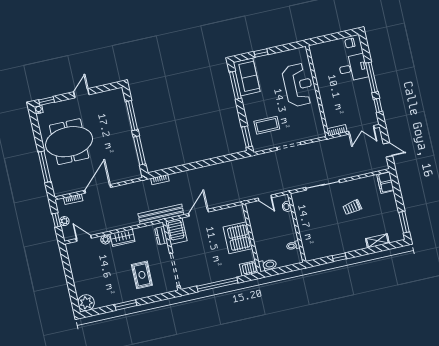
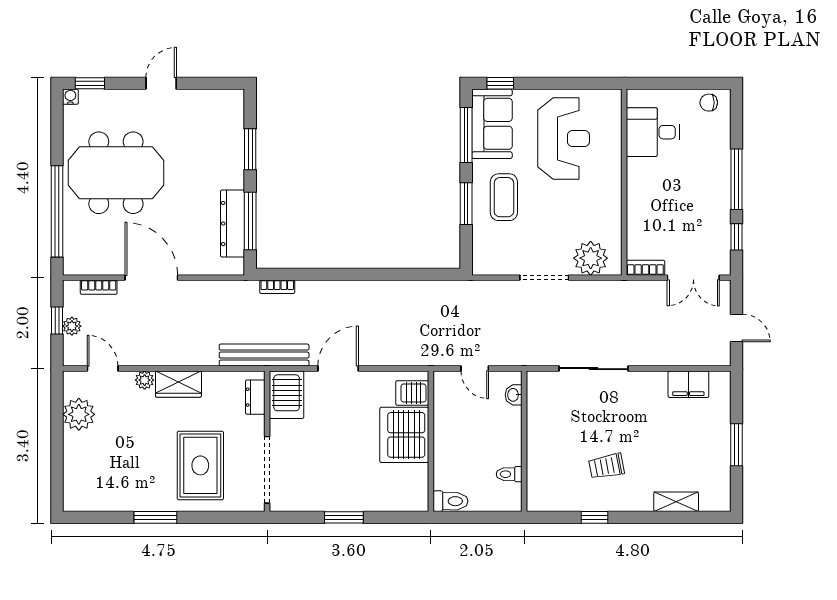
window: (261, 53) -> (500, 83), moved
desk: (353, 68) -> (653, 132), moved, turned 180
reception desk: (298, 85) -> (564, 139), moved
window: (132, 116) -> (250, 149), width x0.69
coffee table: (267, 125) -> (504, 197), moved, turned 90
plant: (309, 132) -> (591, 258), added
window: (247, 137) -> (466, 204), moved
dresser: (131, 154) -> (233, 224), added
window: (45, 167) -> (57, 211), width x1.46
filing cabinet: (385, 182) -> (688, 384), moved, turned -90
door: (98, 189) -> (151, 278), hinge flipped
trolley: (352, 207) -> (606, 466), moved
window: (404, 222) -> (737, 445), moved
server rack: (249, 268) -> (412, 393), moved
rug: (142, 275) -> (200, 465), width x1.36, depth x1.43
window: (217, 285) -> (344, 517), width x0.47
plant: (86, 303) -> (79, 414), moved

